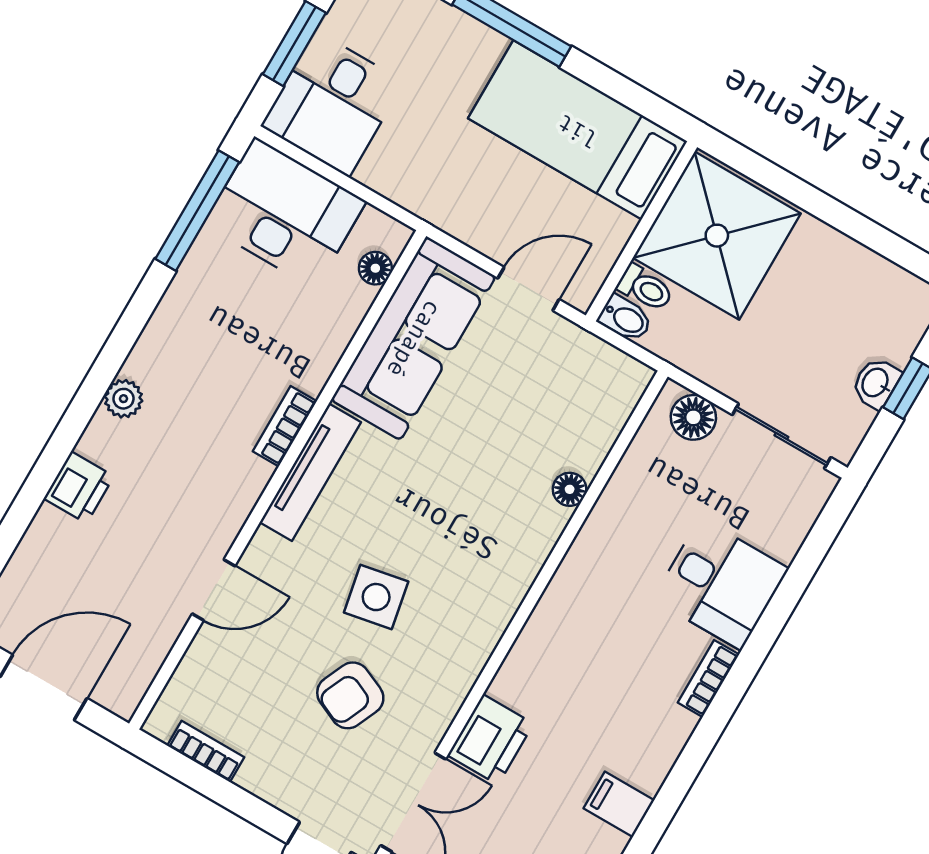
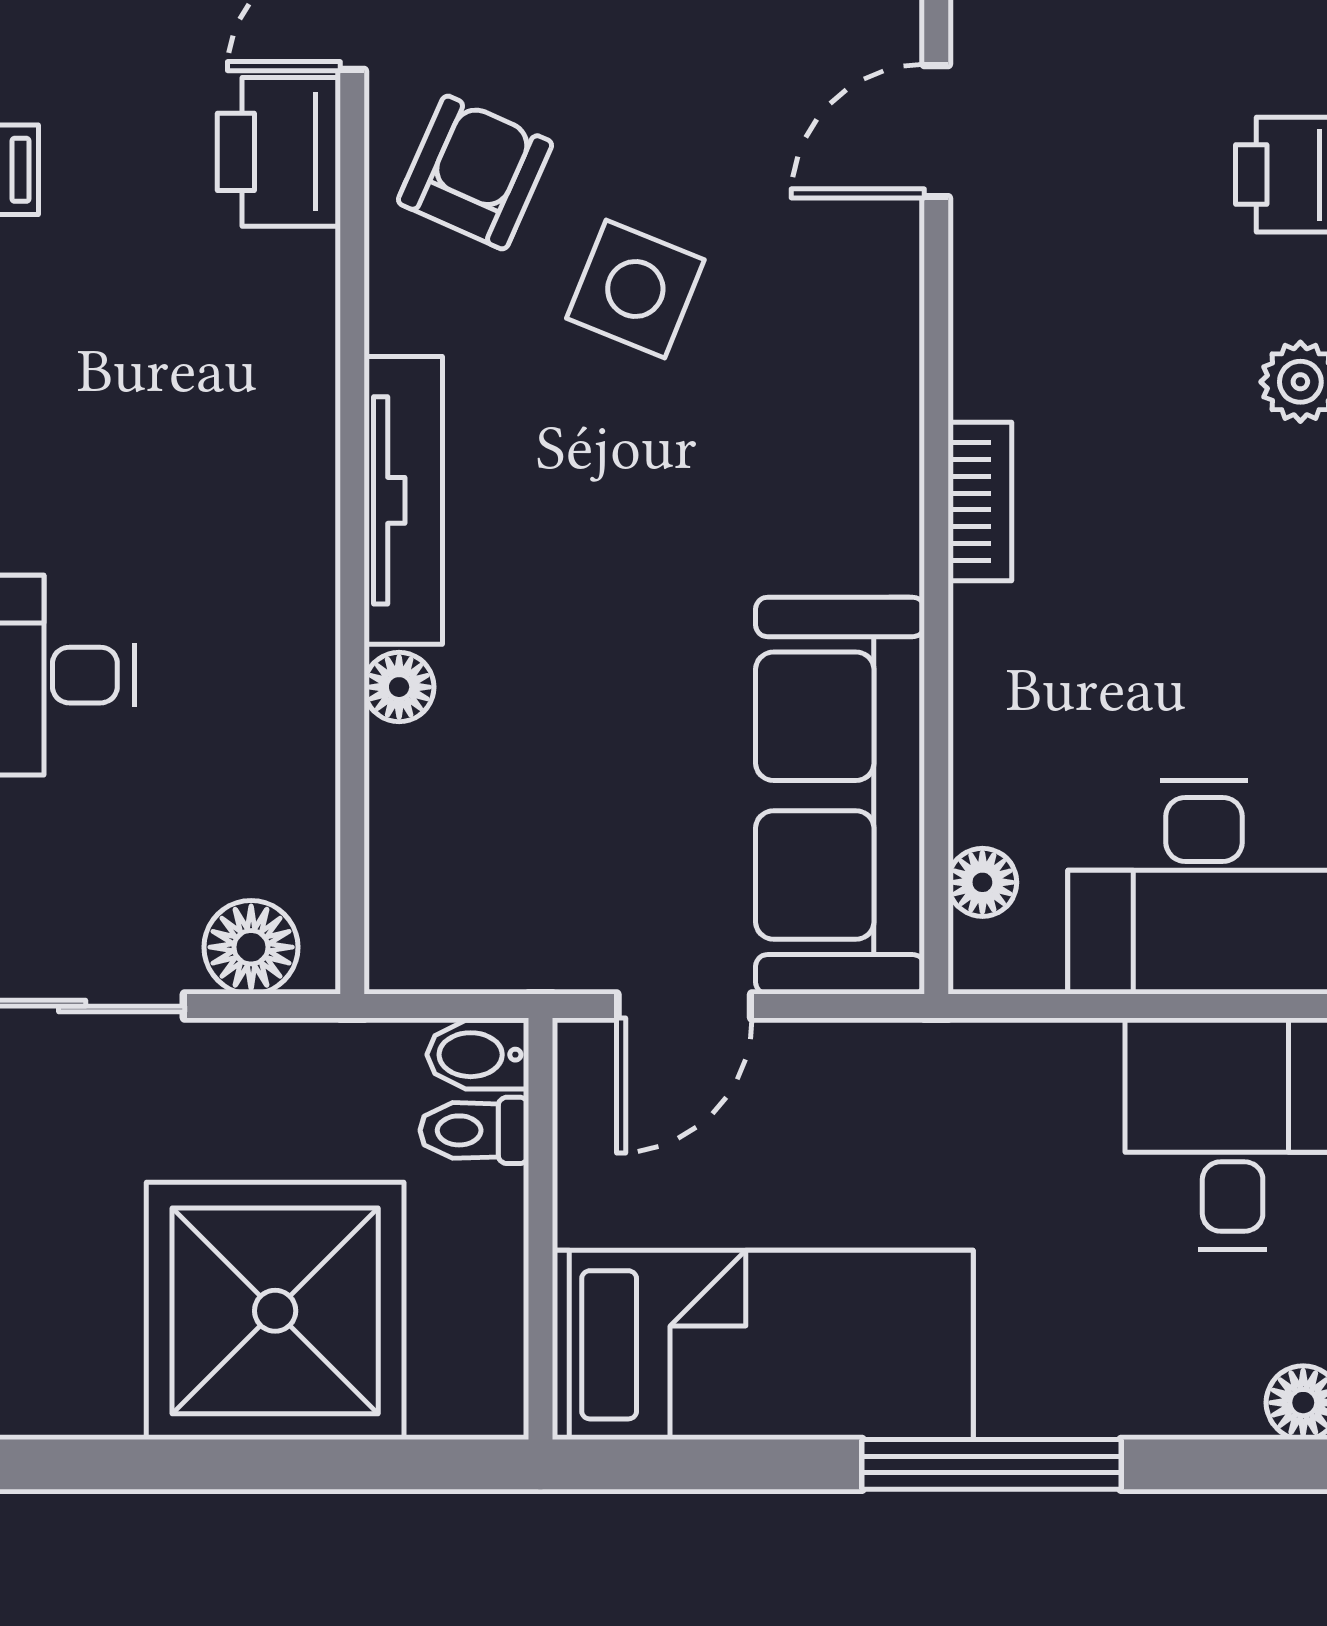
shower: (717, 236) -> (275, 1311), moved
tv unit: (310, 472) -> (403, 500), moved, turned 180
side table: (376, 597) -> (635, 289), turned 33
armchair: (350, 695) -> (475, 173), moved

